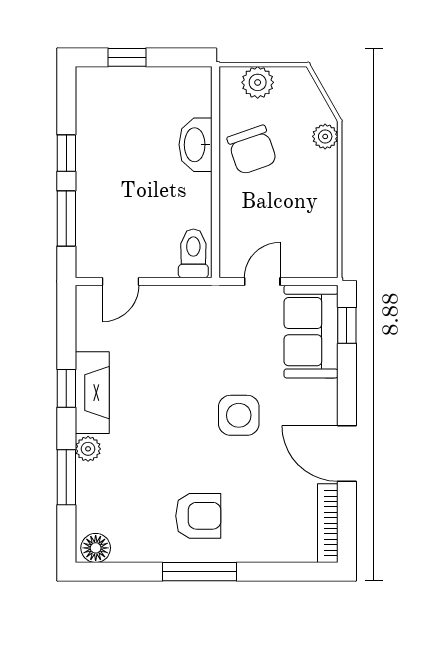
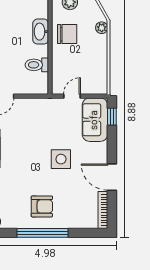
chair: (252, 150) -> (67, 34), turned -71
toilet: (193, 253) -> (37, 65), moved, turned -90
window: (200, 572) -> (43, 233), width x1.46

